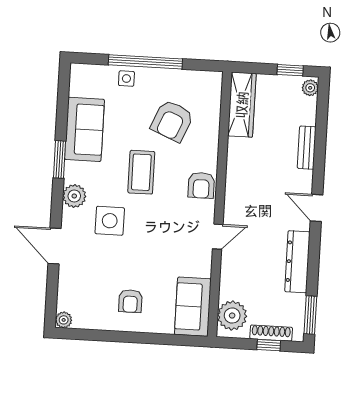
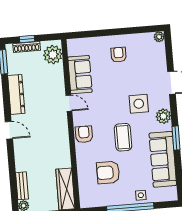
armchair: (172, 121) -> (108, 173), turned -113
sofa: (85, 129) -> (163, 159), width x1.36
bench: (307, 148) -> (22, 186), moved
door: (218, 237) -> (69, 103), swing flipped
sofa: (193, 307) -> (80, 75), moved

